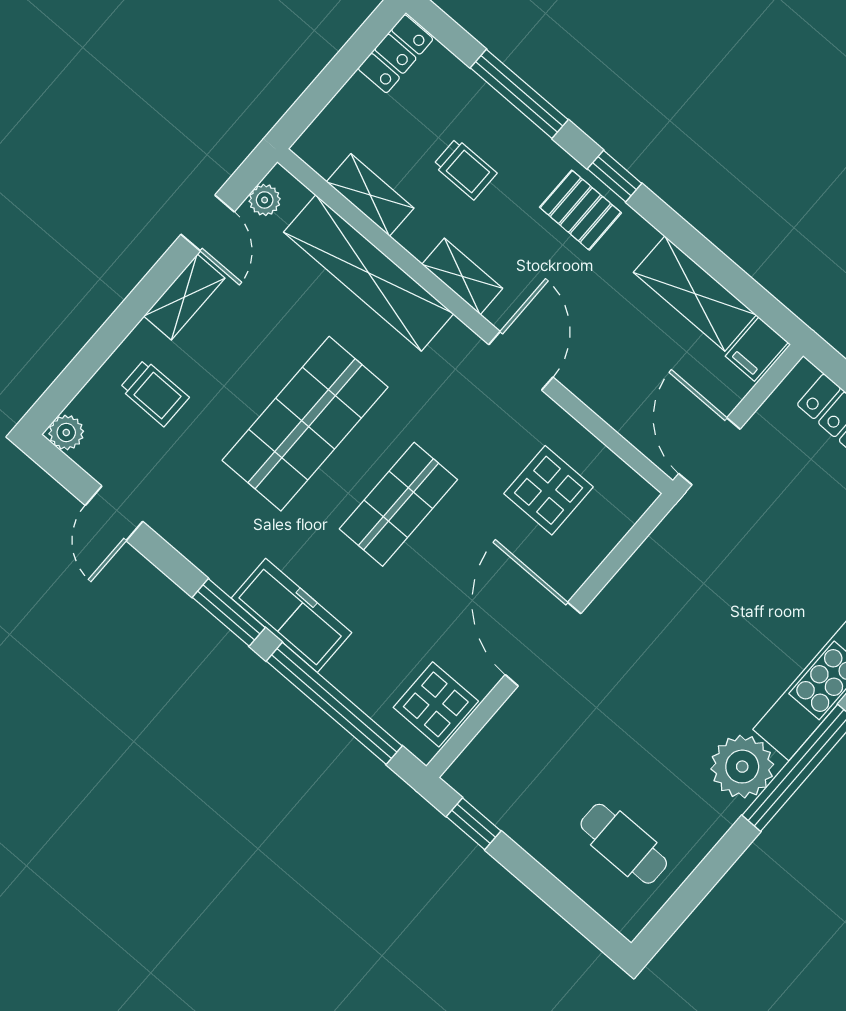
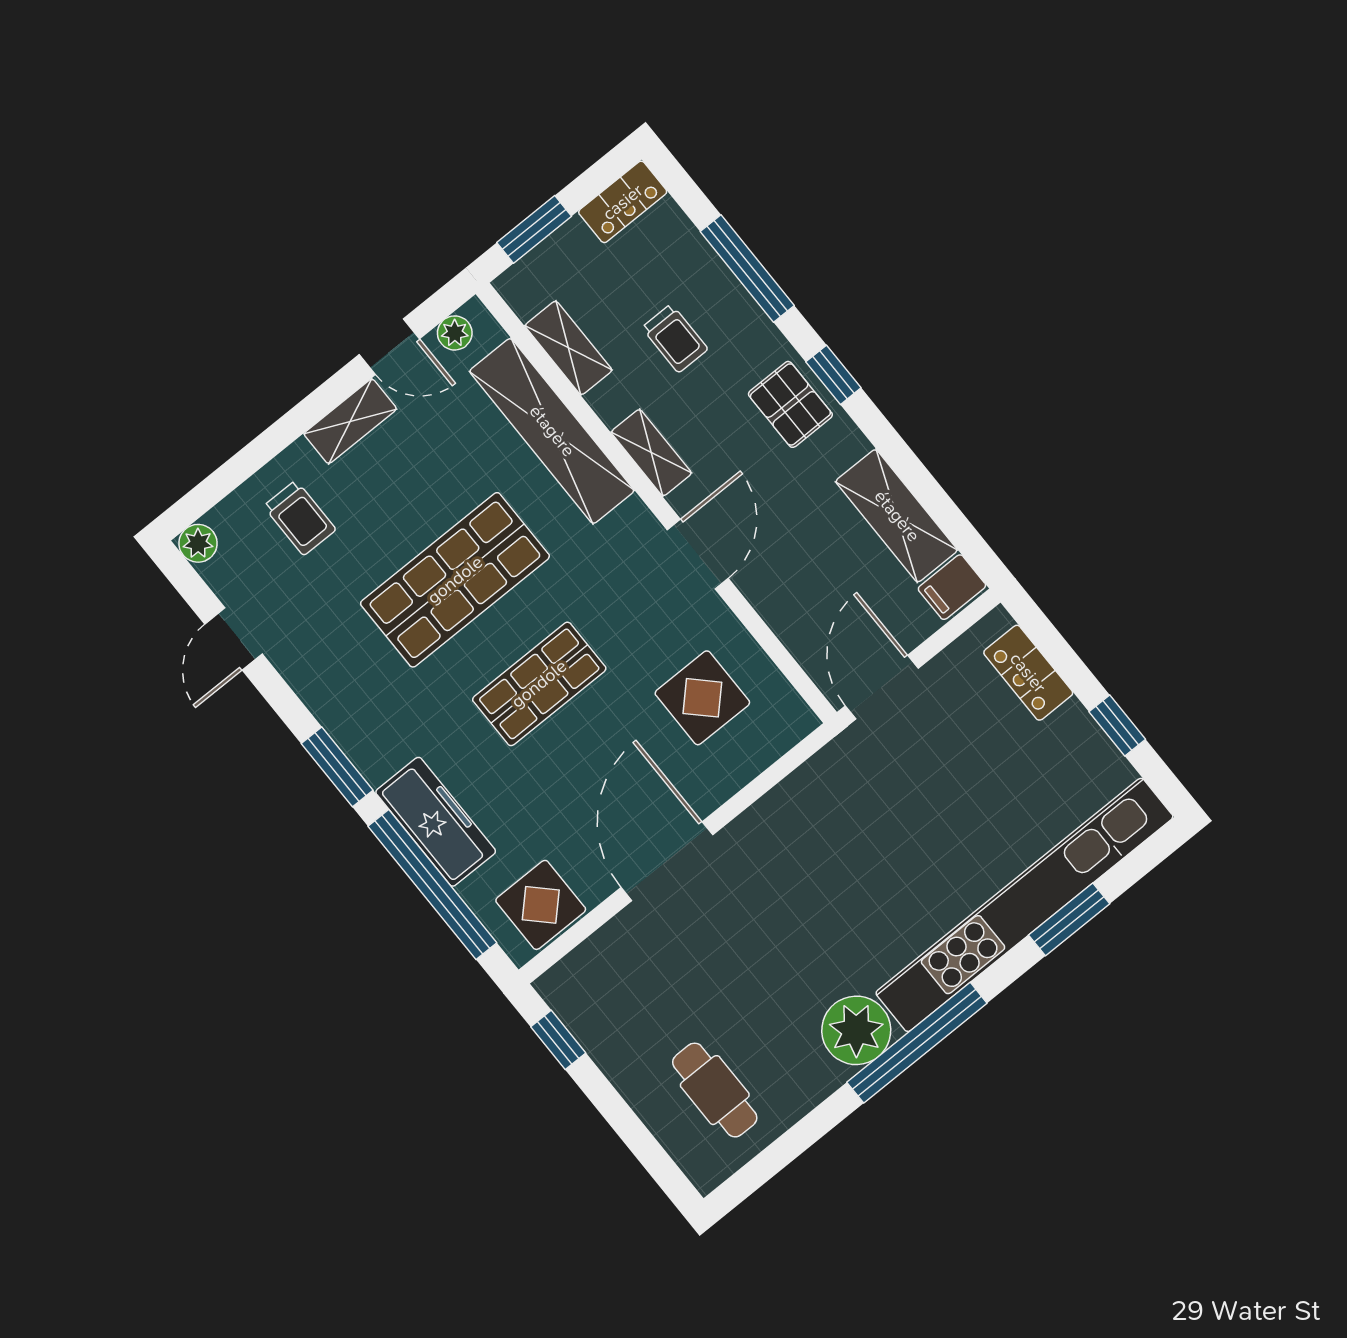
window: (320, 93) -> (534, 229), added
door: (208, 223) -> (389, 347), hinge flipped
freezer: (291, 615) -> (436, 822), moved

